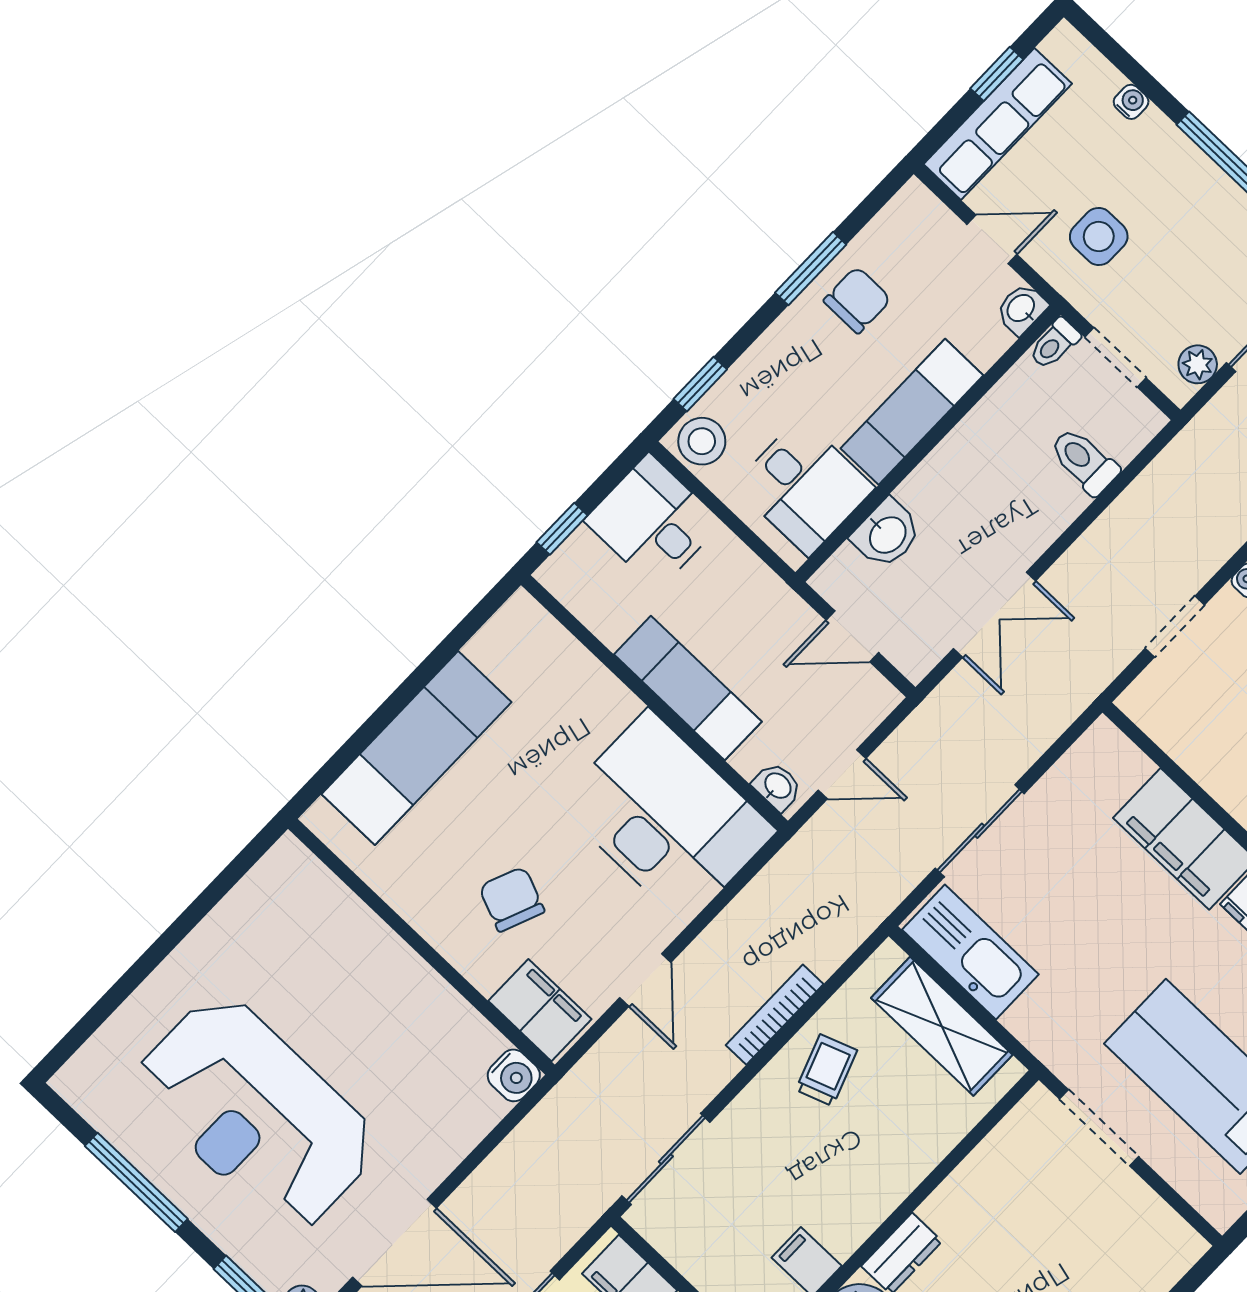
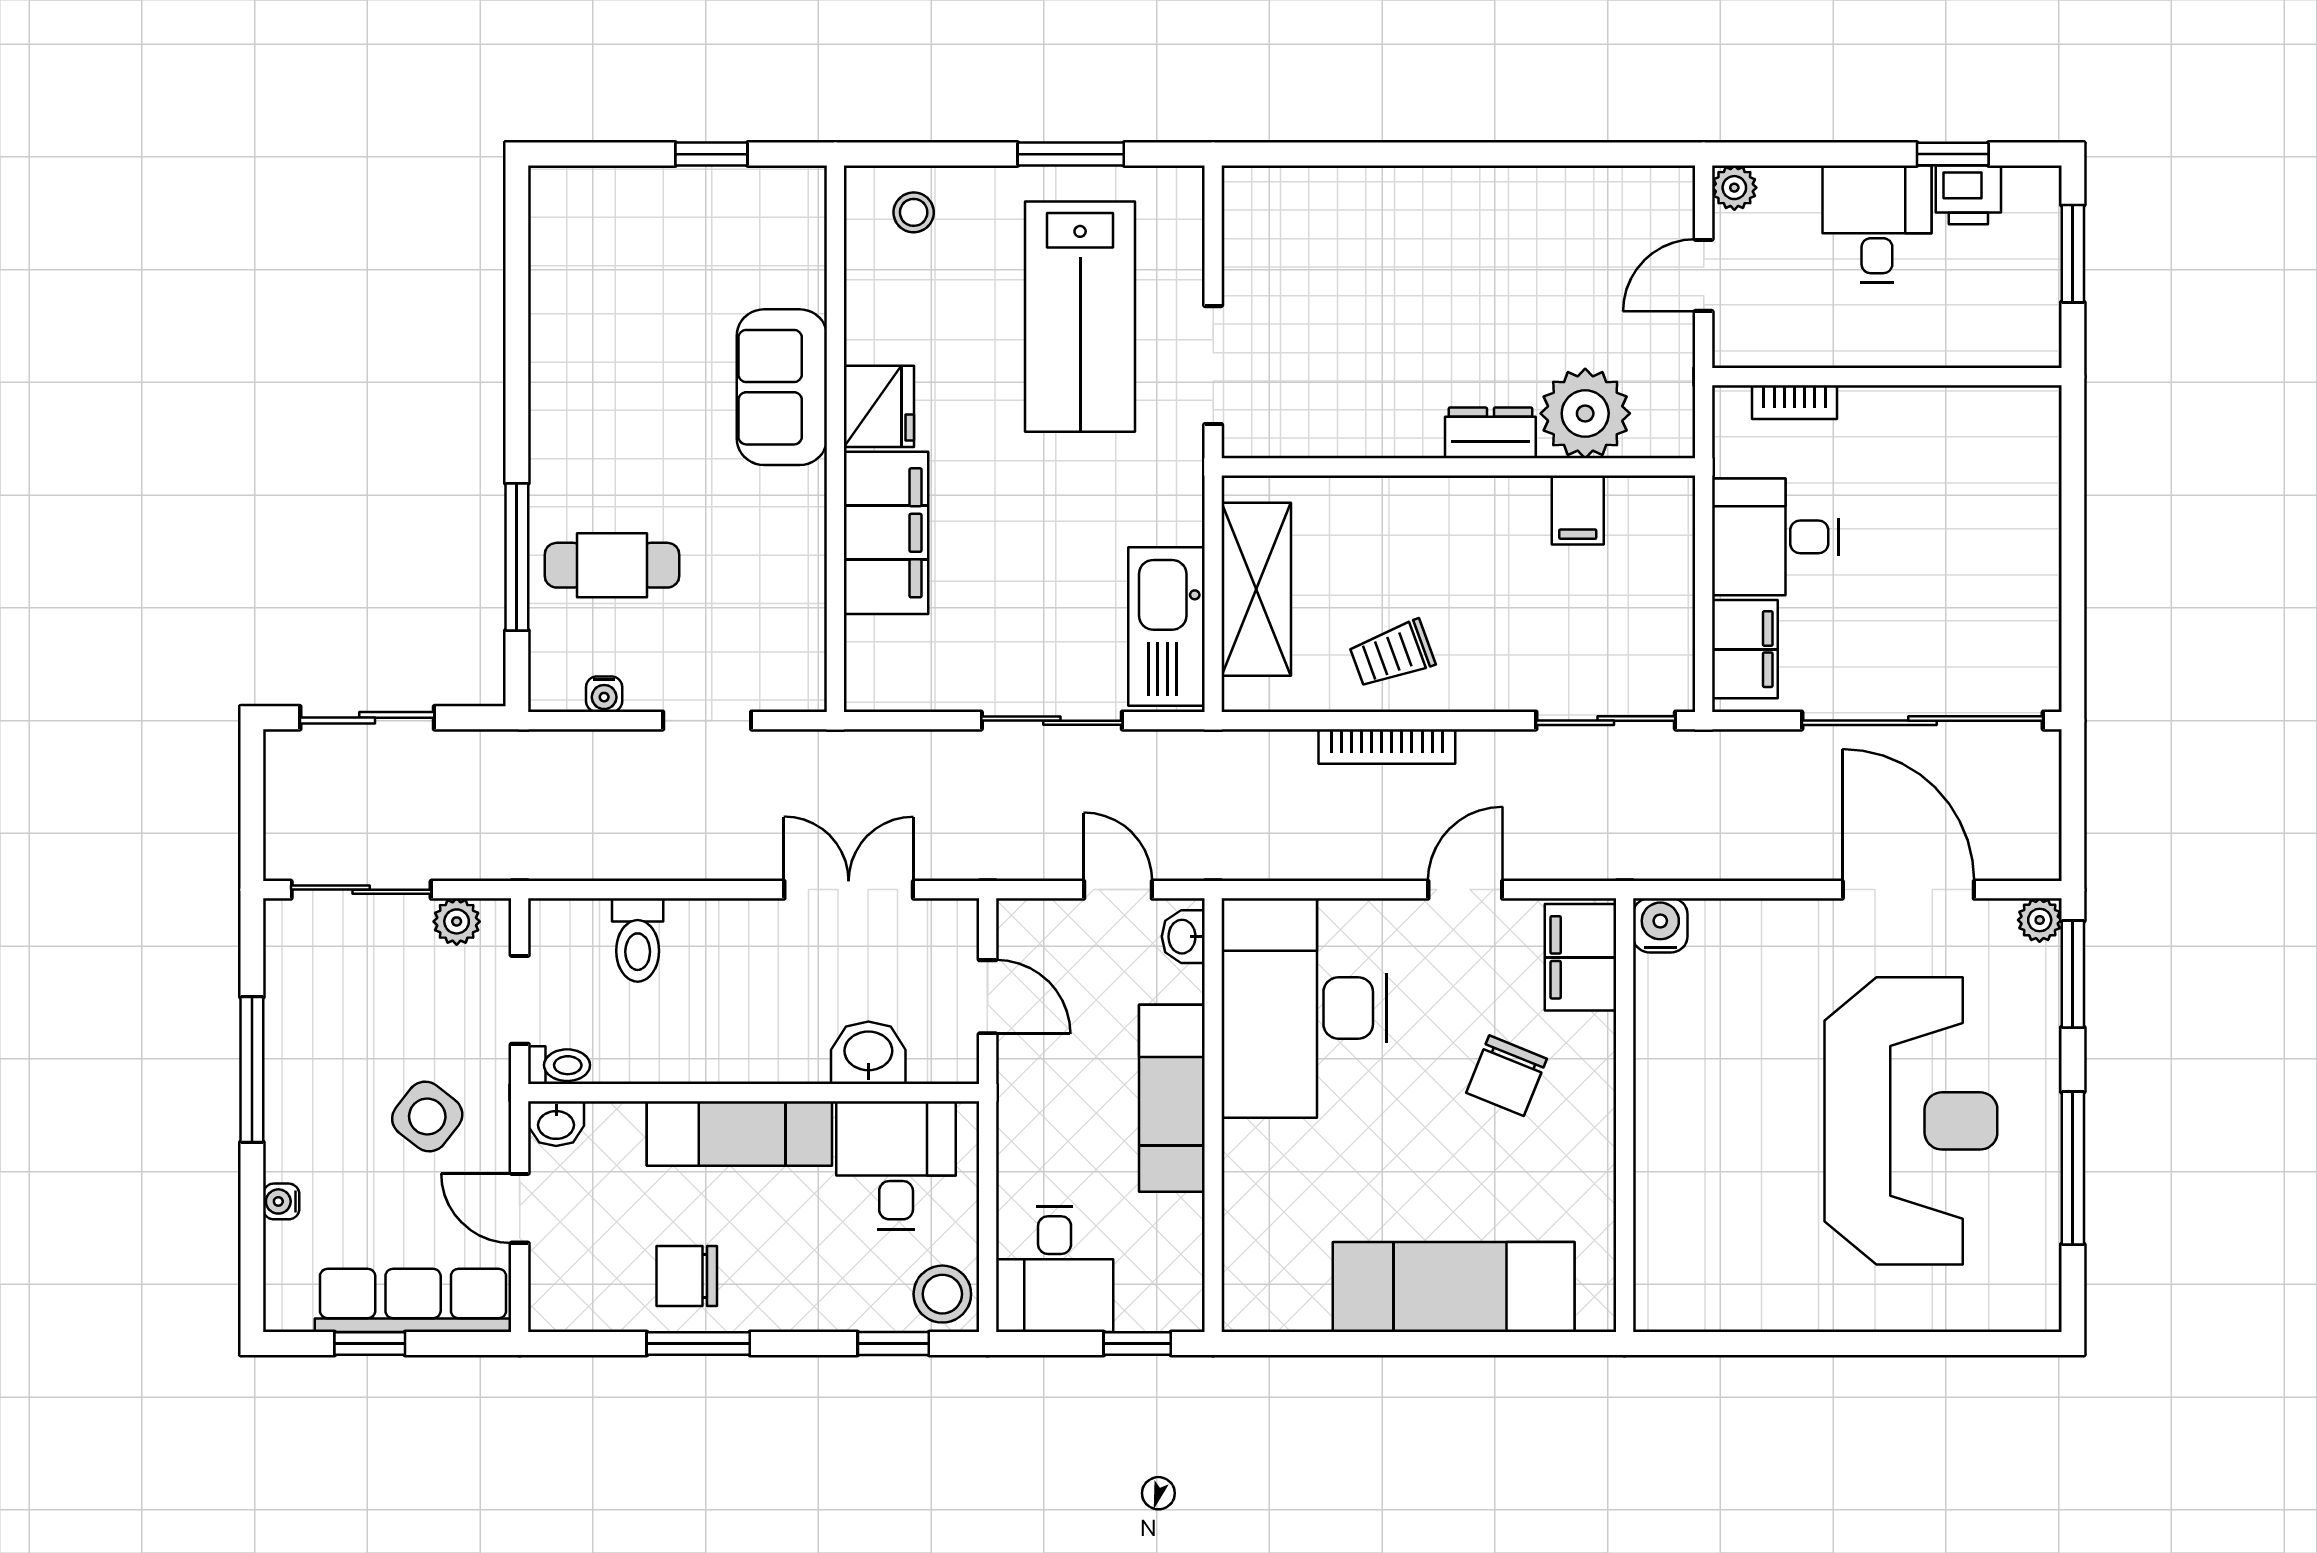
side table: (1099, 236) -> (427, 1116), turned 38

